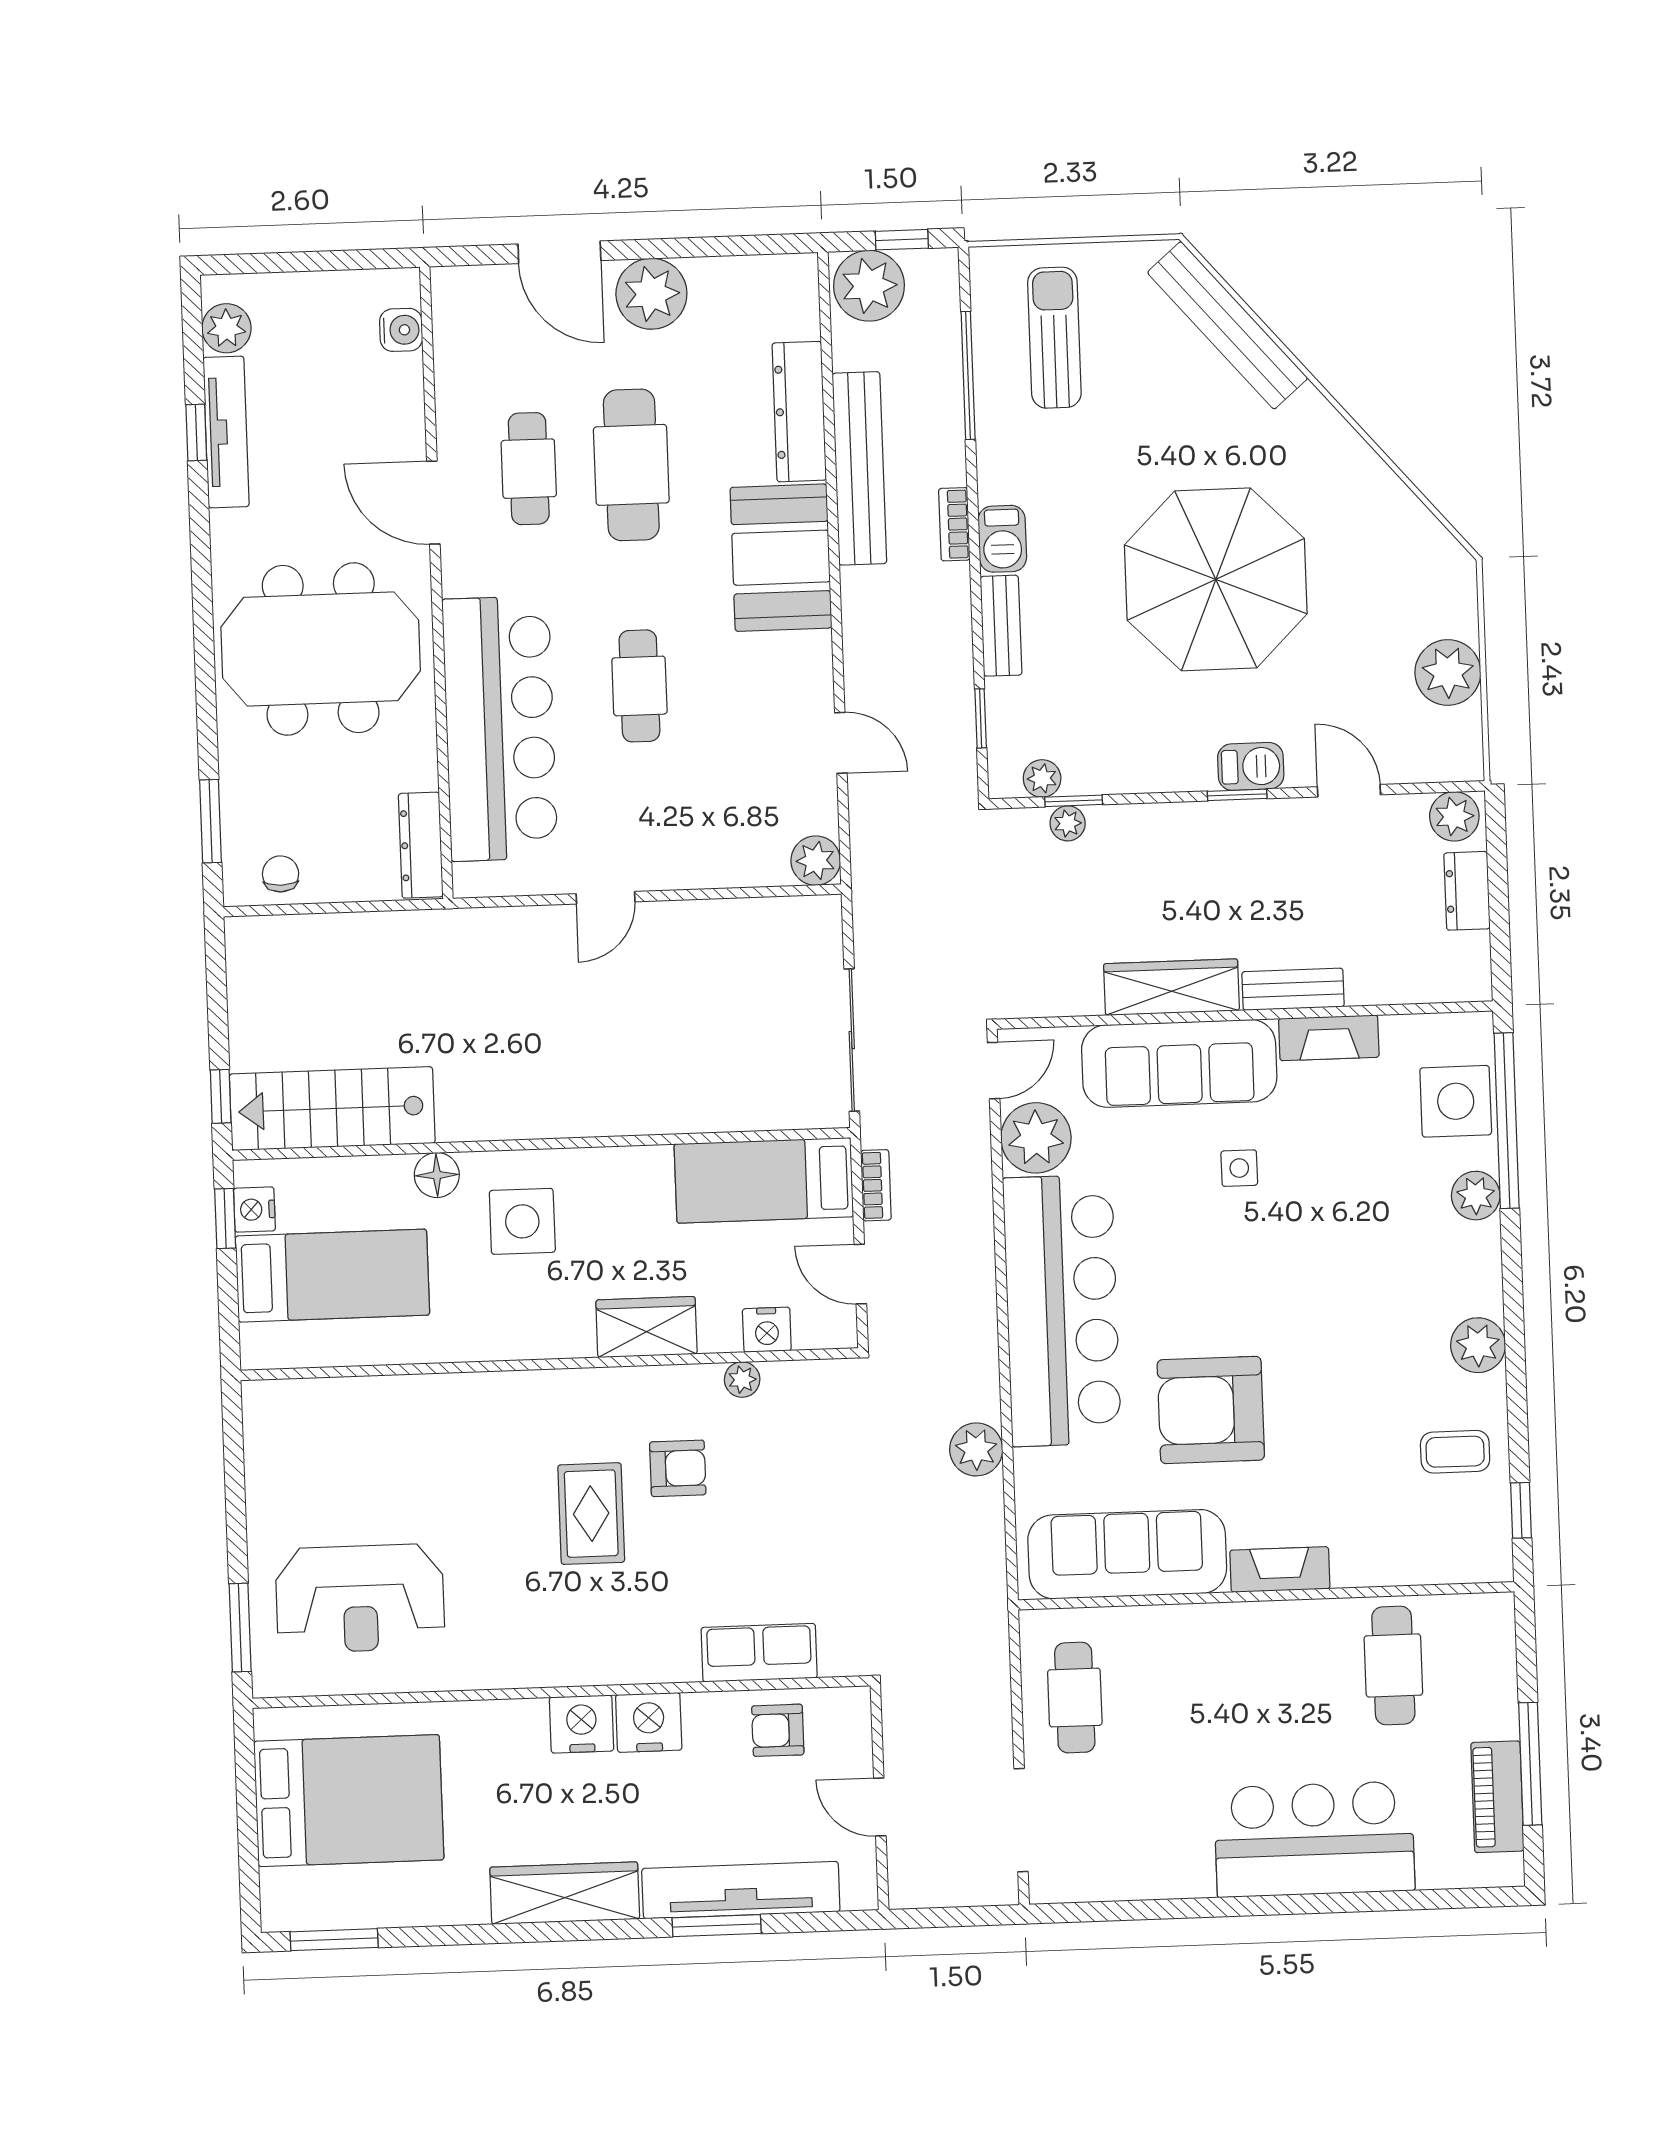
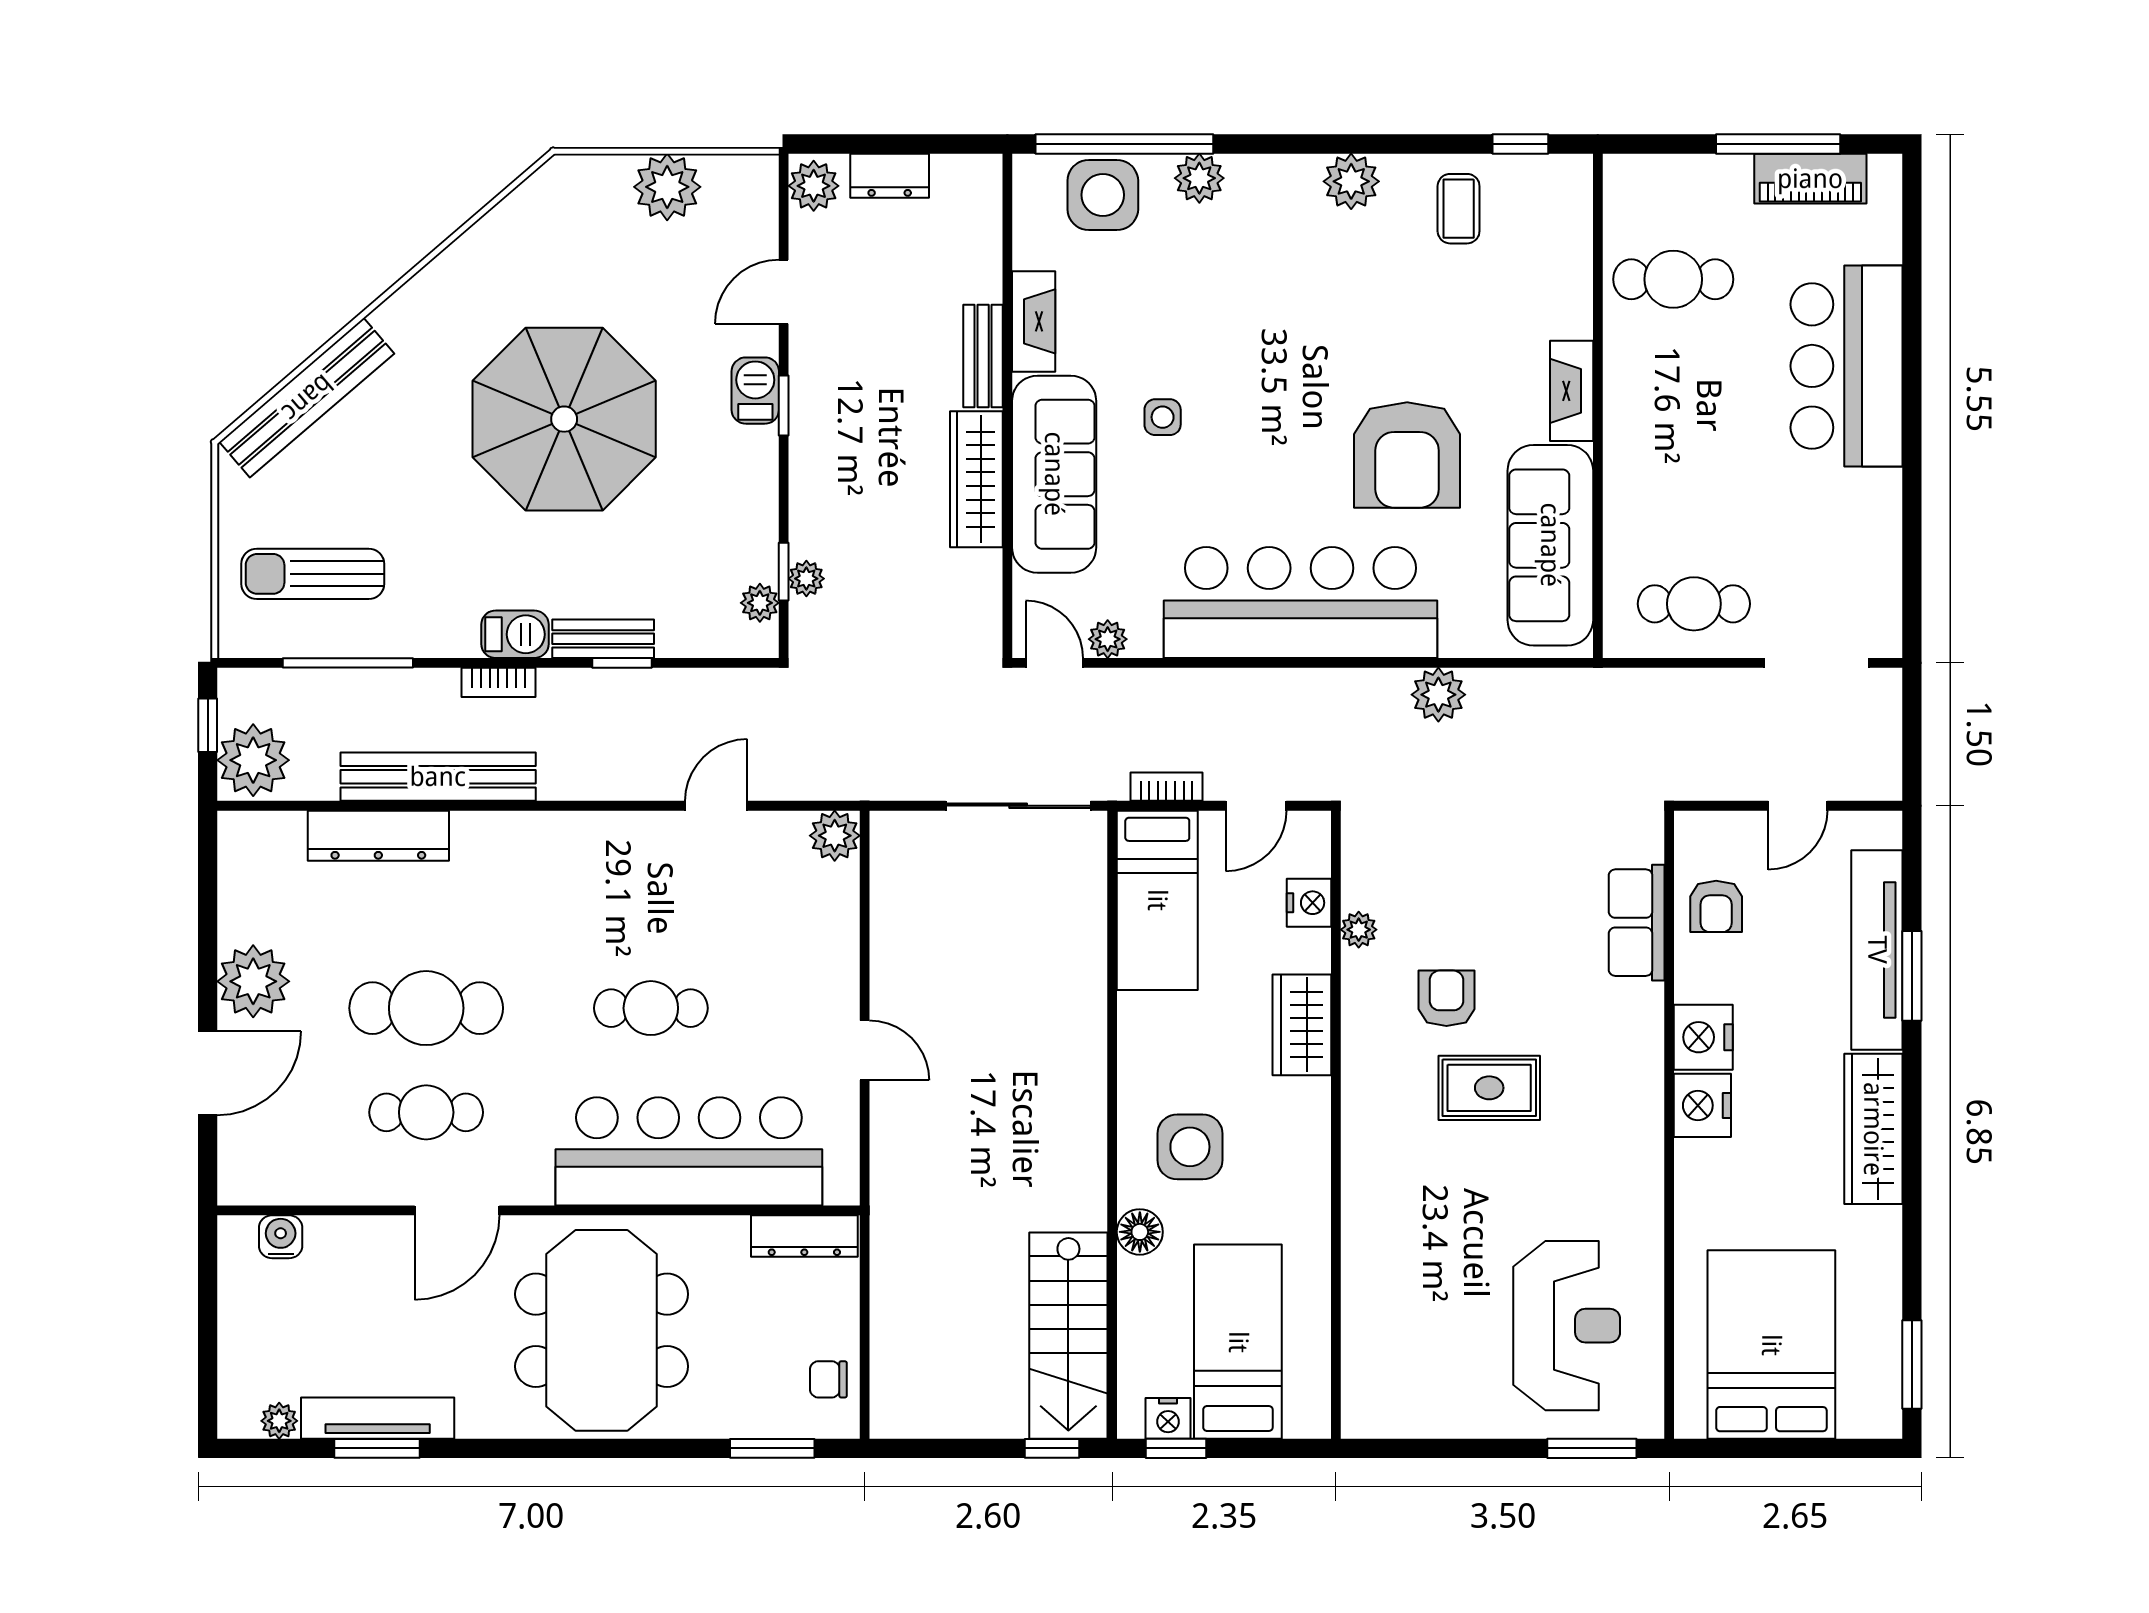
plant: (226, 328) -> (279, 1421), width x0.73, depth x0.73
window: (196, 432) -> (377, 1448), width x1.50
booth: (781, 558) -> (526, 860), removed
window: (981, 718) -> (622, 663), moved
plant: (1036, 1138) -> (1108, 639), width x0.53, depth x0.53

